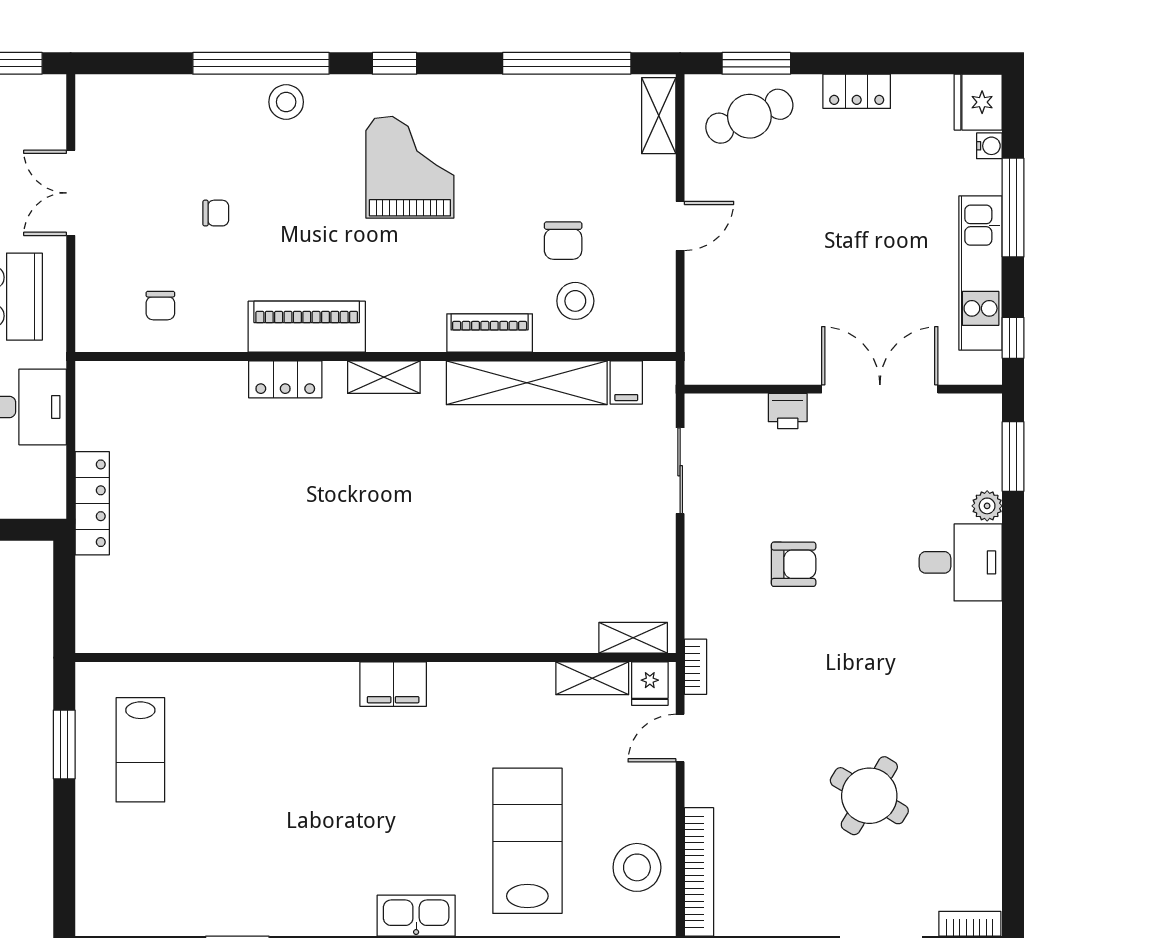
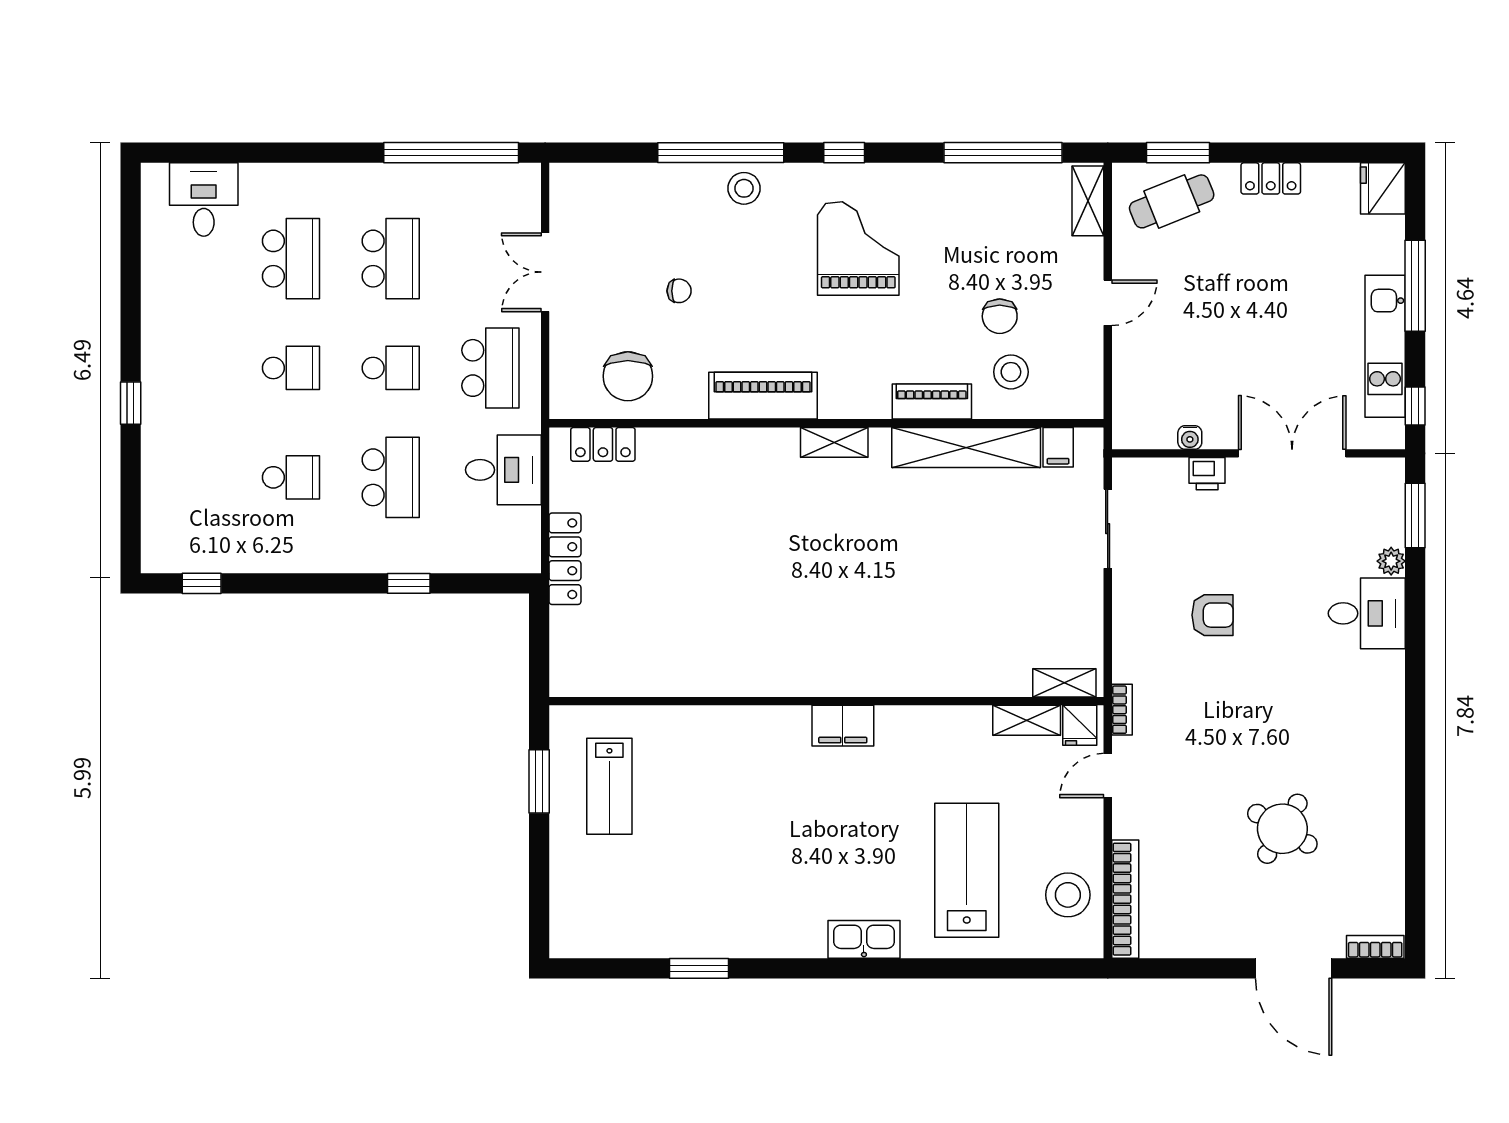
water cooler: (989, 146) -> (1190, 437), moved, turned 90
chair: (160, 306) -> (628, 376), width x1.87, depth x1.87
locker: (285, 379) -> (603, 444), moved

